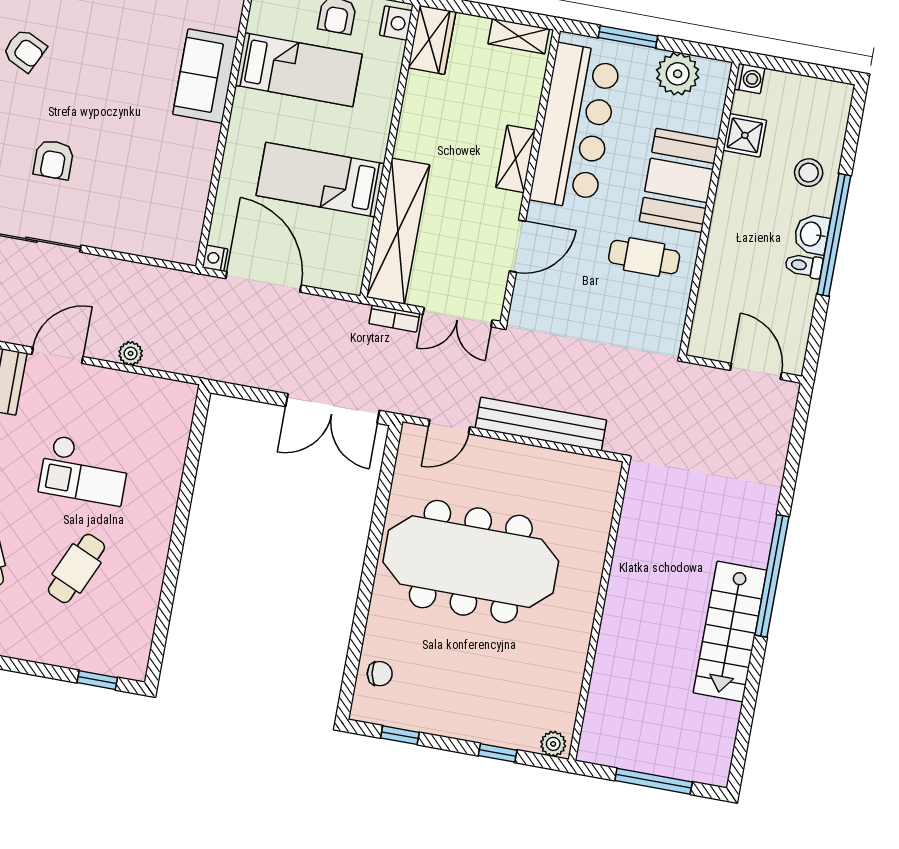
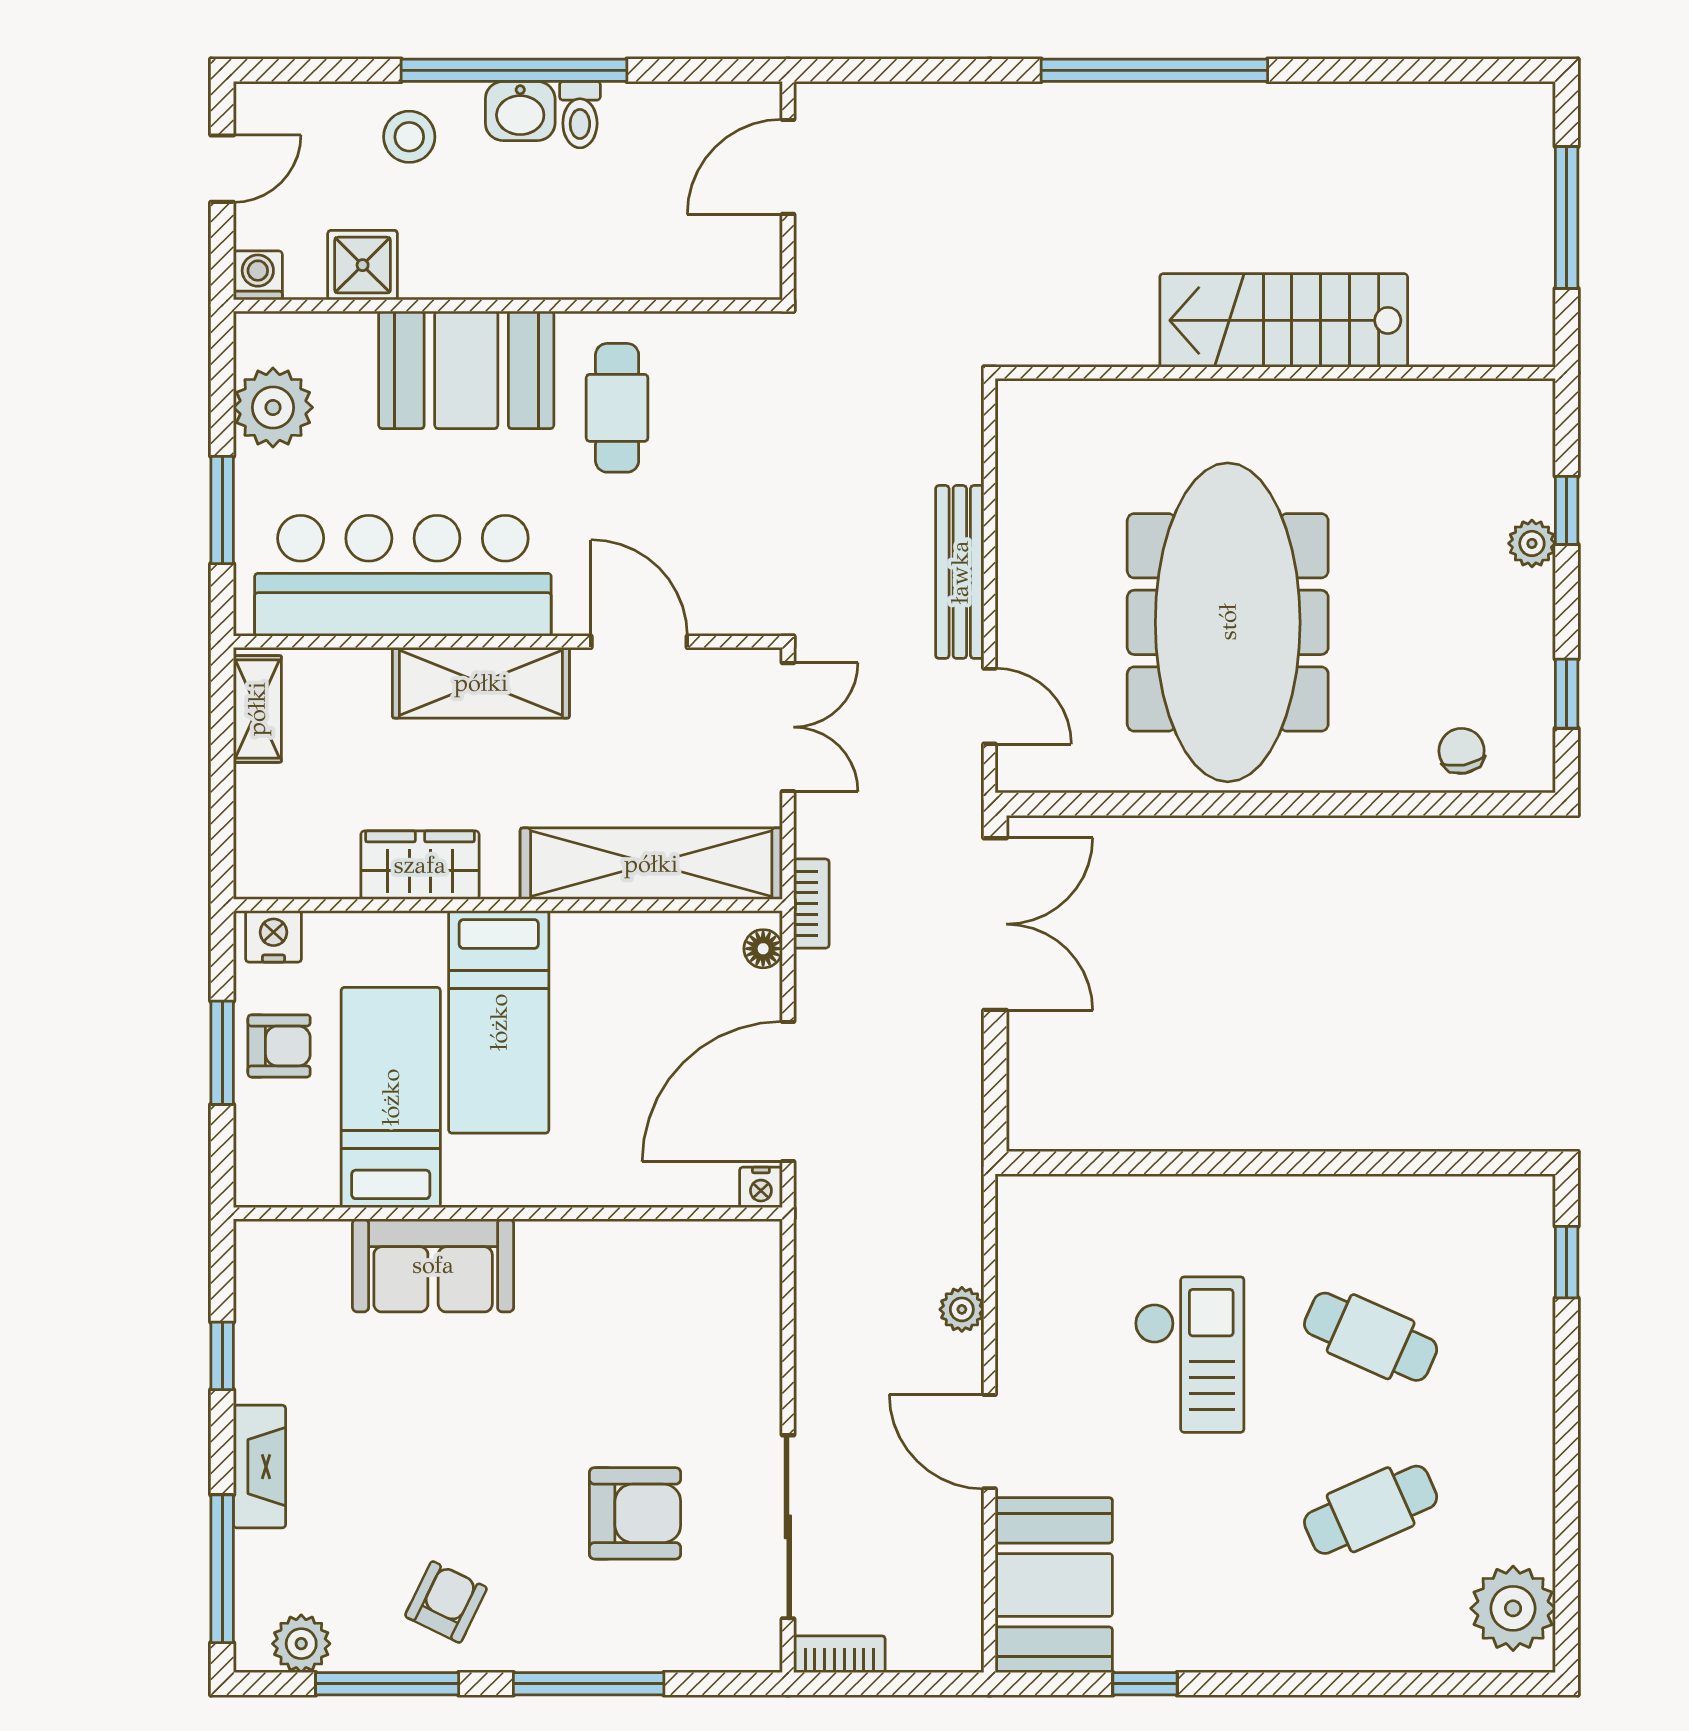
wardrobe: (432, 40) -> (420, 865), moved
door: (810, 70) -> (222, 169), added
shelving: (516, 159) -> (481, 683), width x1.50, depth x1.33
armchair: (54, 160) -> (635, 1513), width x1.38, depth x1.38
bed: (320, 180) -> (499, 1022), moved
floor lamp: (342, 282) -> (763, 949), added
bookcase: (394, 319) -> (811, 904), moved
bench: (541, 424) -> (960, 572), width x0.73, depth x0.82
stairs: (730, 632) -> (1284, 320), moved, turned 180
plant: (553, 744) -> (1532, 543), moved

